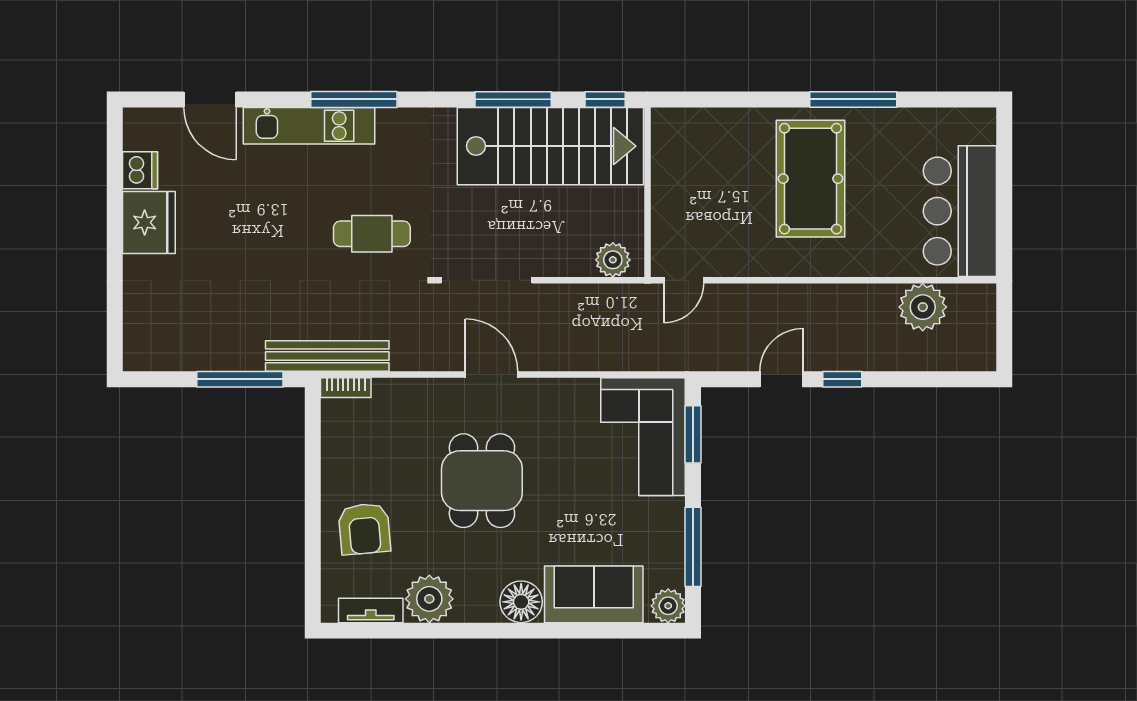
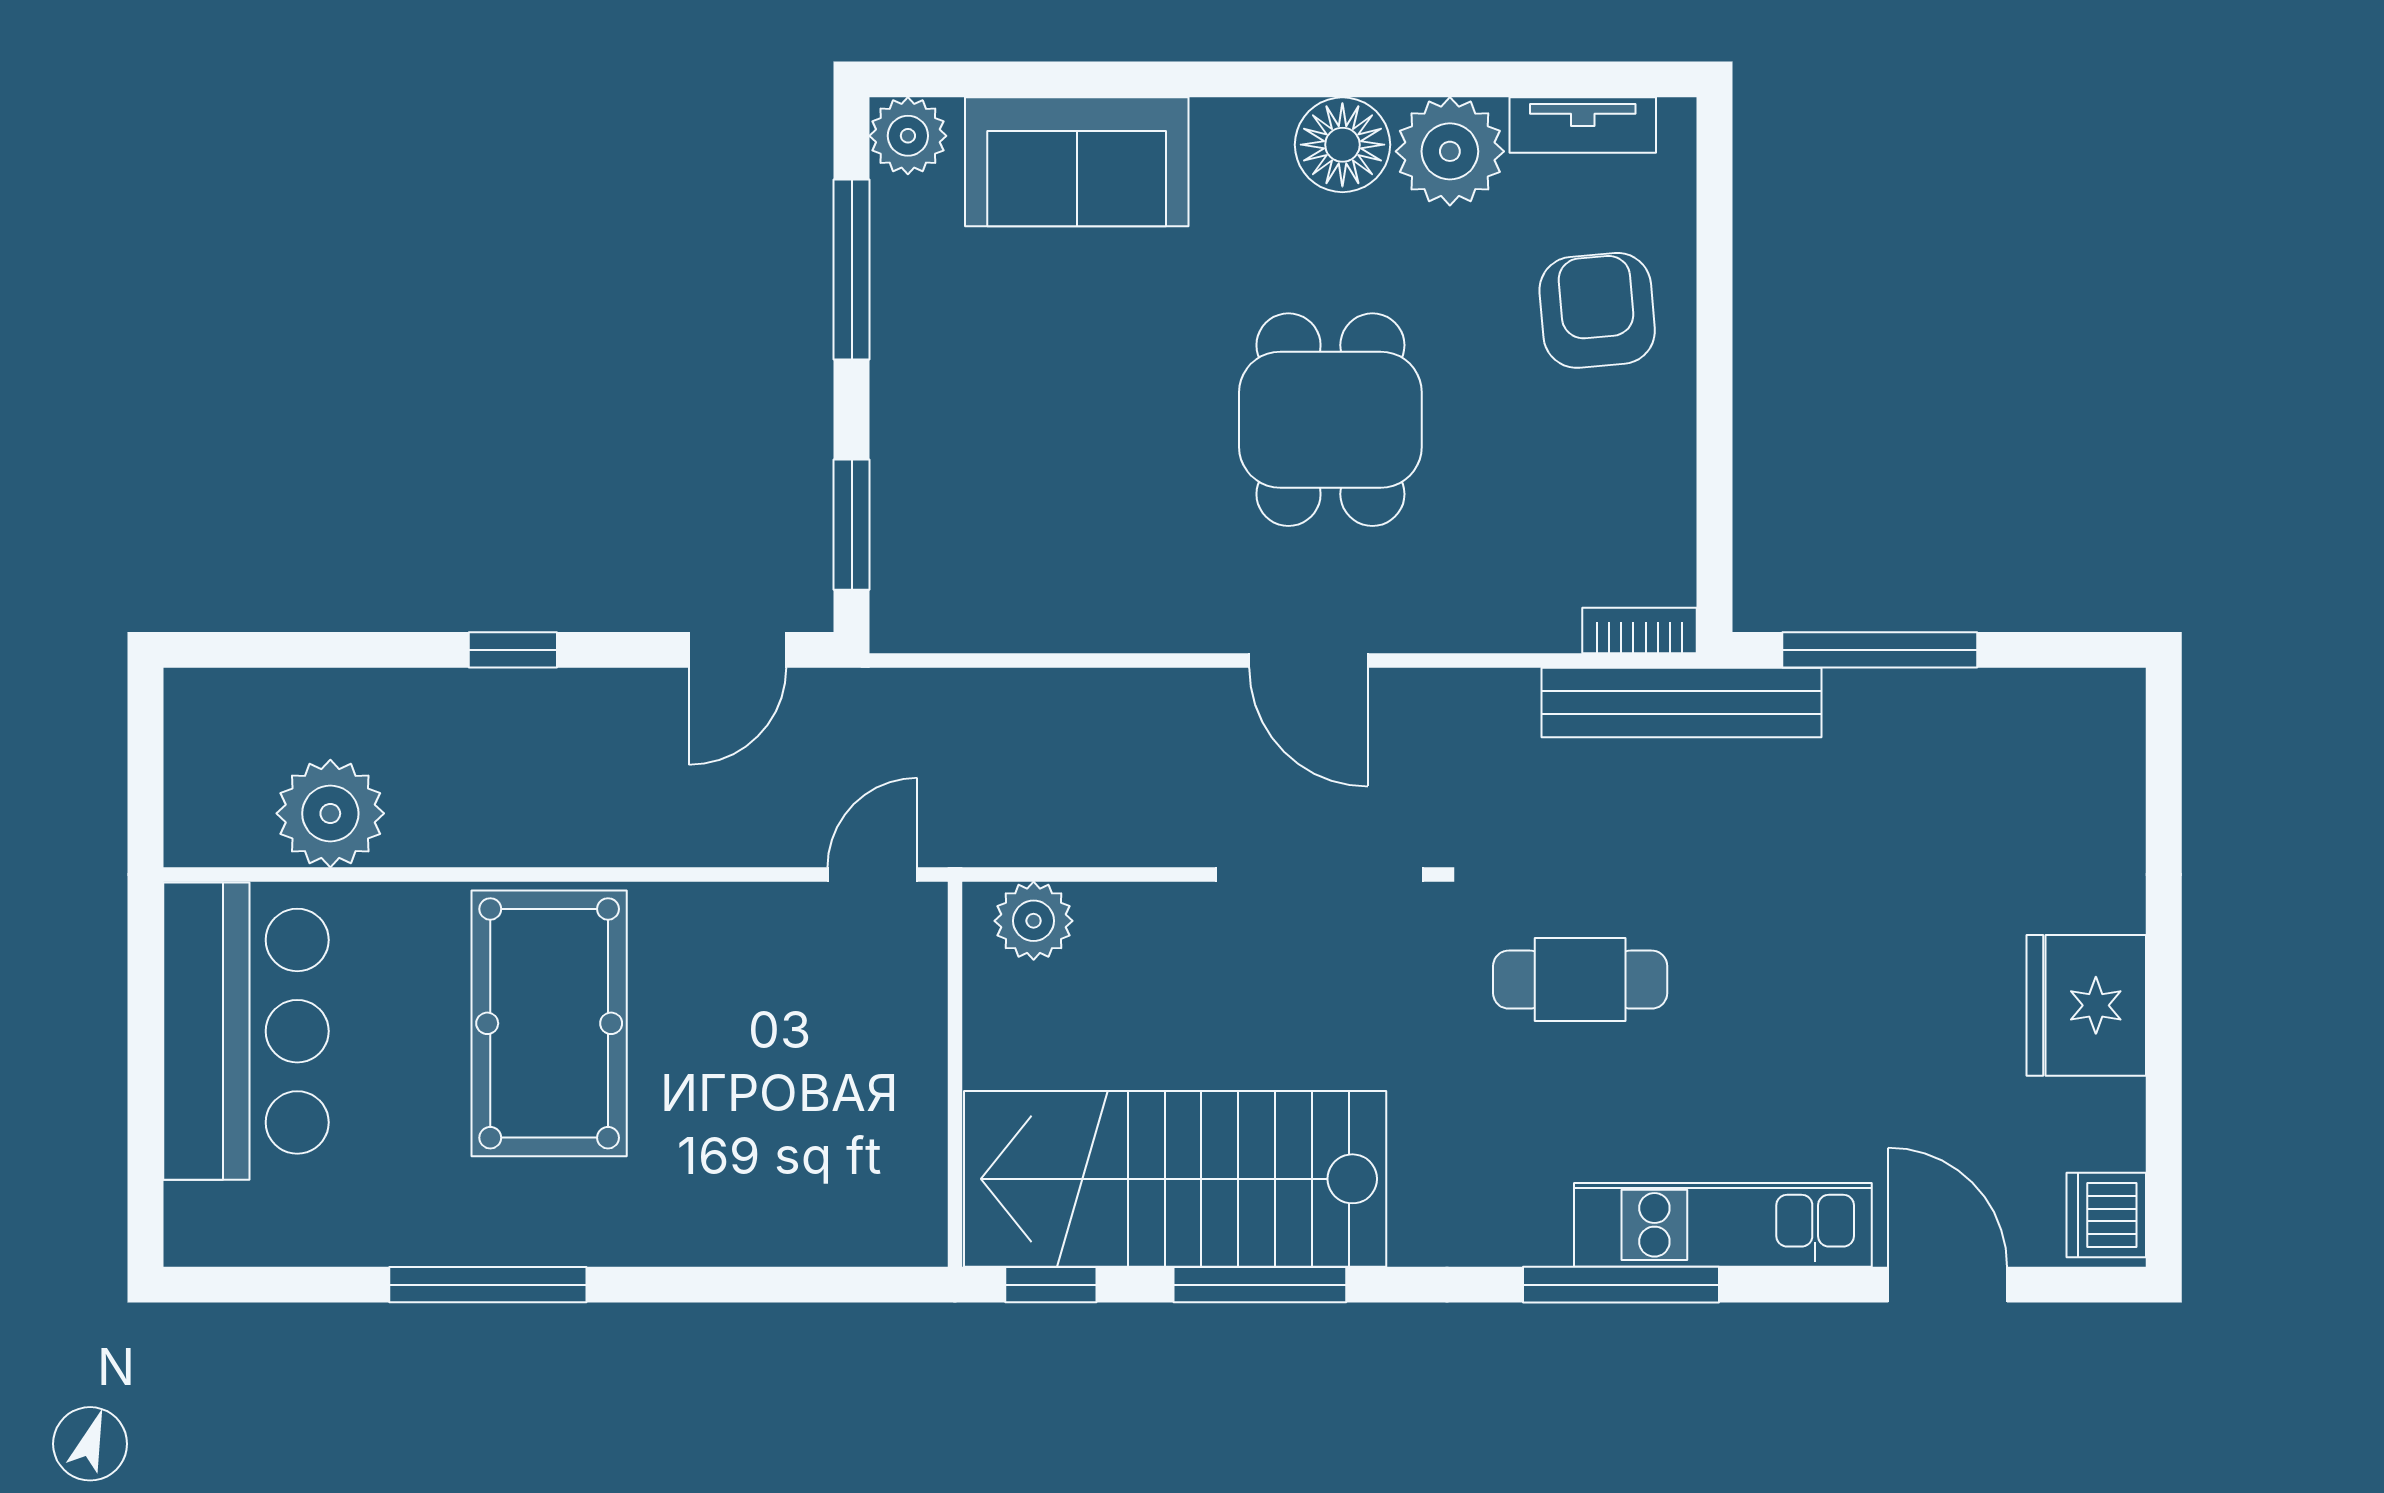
dishwasher: (140, 170) -> (2106, 1215), moved
pool table: (810, 179) -> (549, 1023), moved
door: (781, 379) -> (738, 650), moved
corner sofa: (643, 437) -> (965, 520), removed
floor lamp: (521, 602) -> (1342, 145), moved

